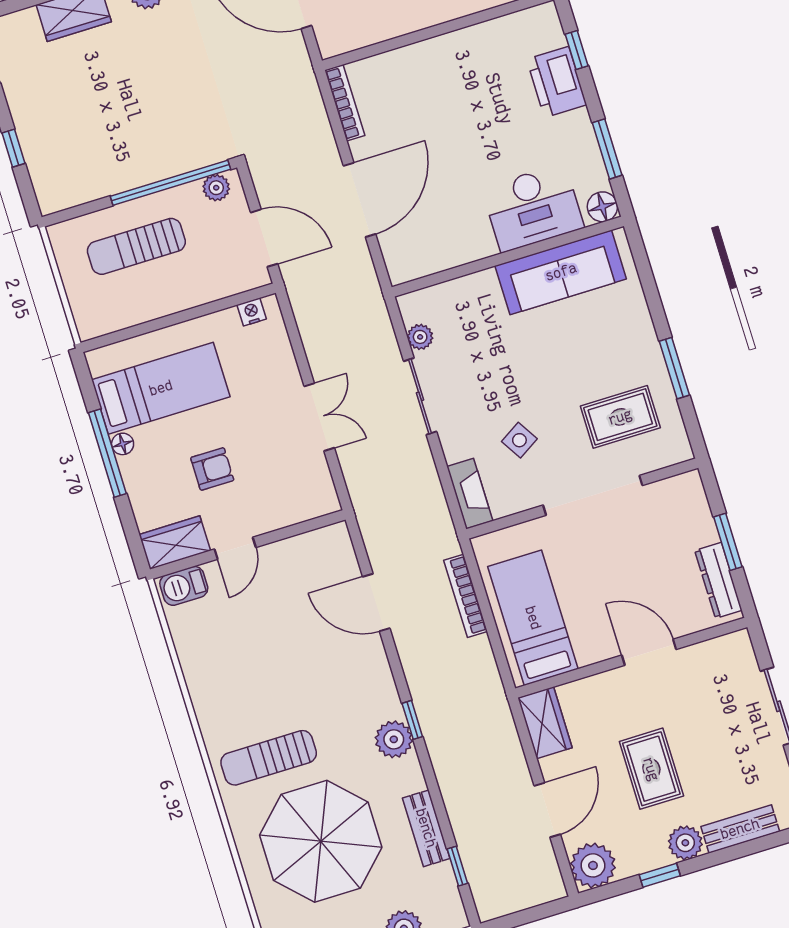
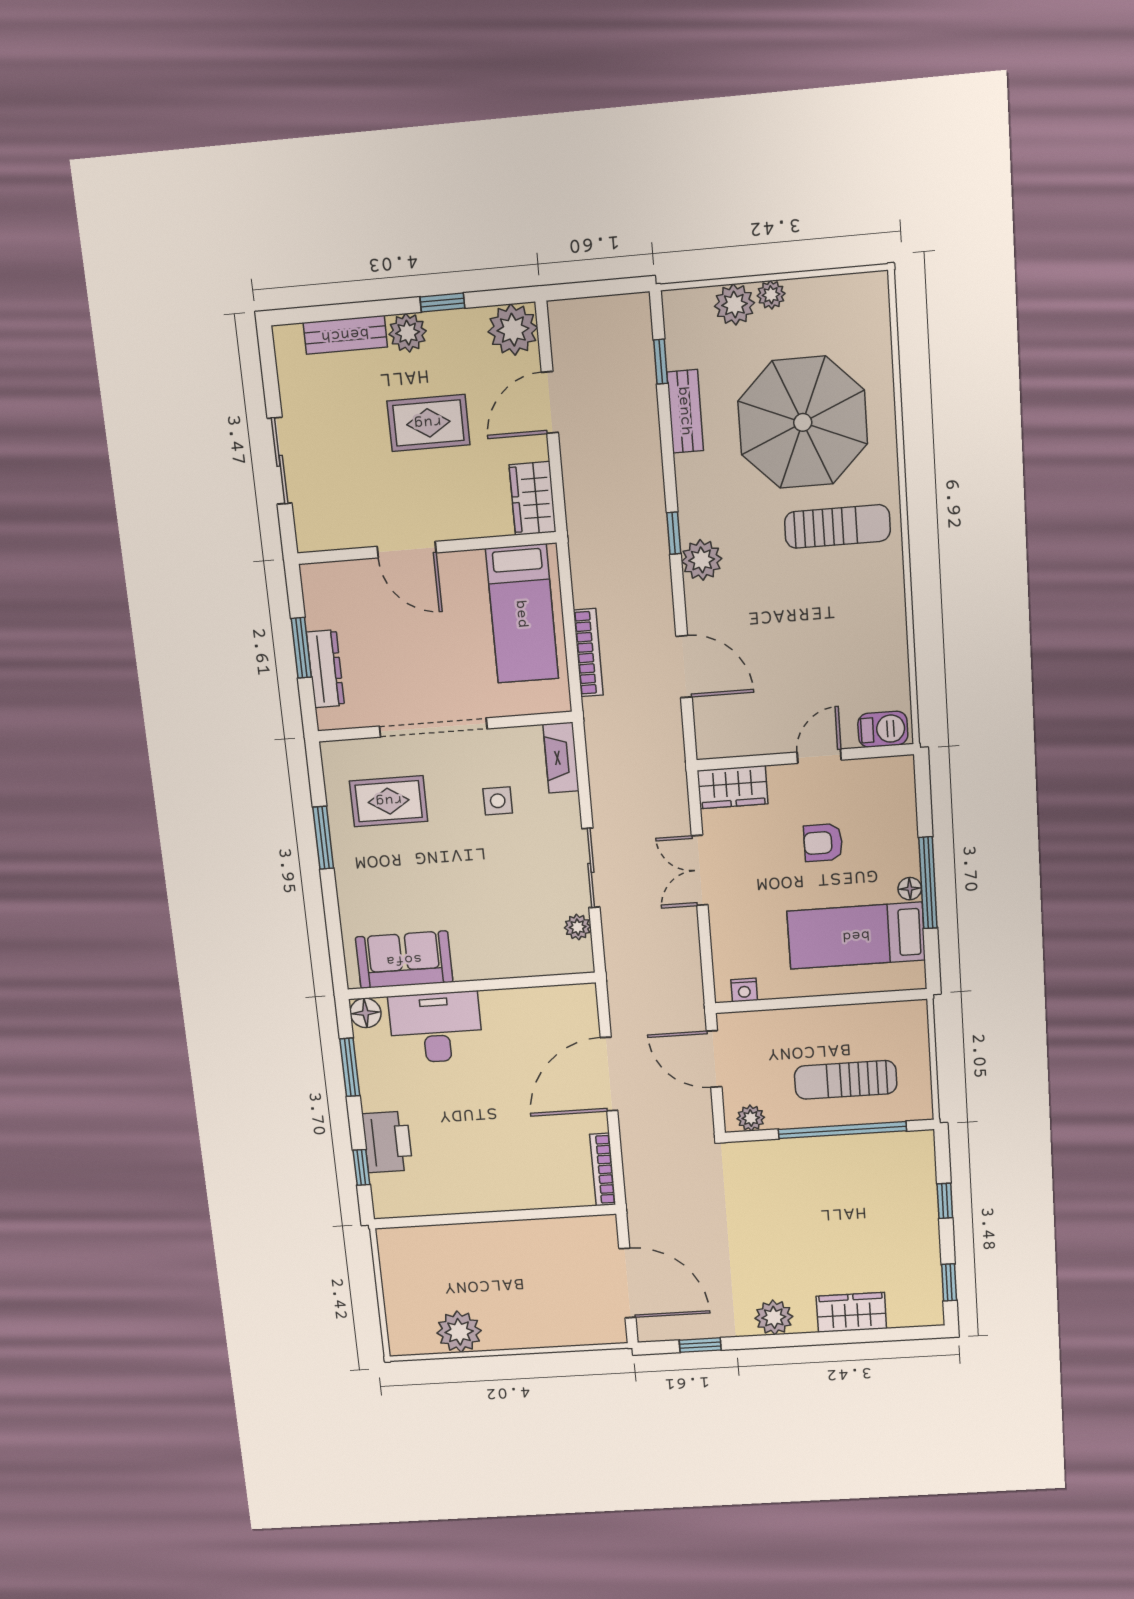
window: (170, 183) -> (842, 1130), moved
sun lounger: (136, 246) -> (846, 1080), turned 180
sofa: (561, 272) -> (404, 960), width x0.73
side table: (519, 440) -> (498, 801), turned 32
wardrobe: (175, 543) -> (732, 787), moved
dresser: (718, 580) -> (325, 669), moved
plant: (394, 739) -> (702, 560), moved
rug: (651, 769) -> (428, 423), turned 90

